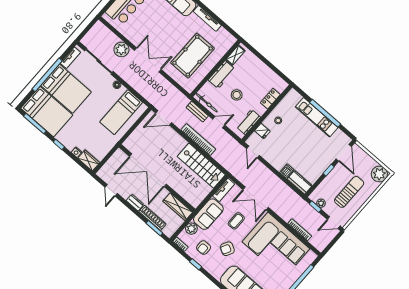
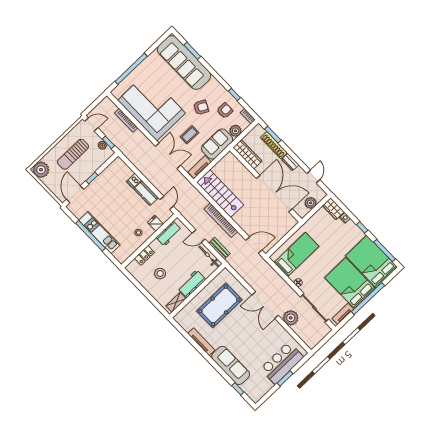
stool: (237, 95) -> (160, 274), moved
plant: (112, 164) -> (311, 203), added
kitchen counter: (300, 182) -> (146, 193), moved

